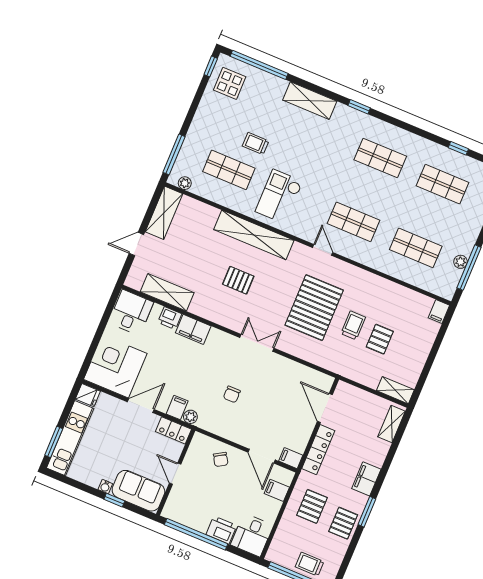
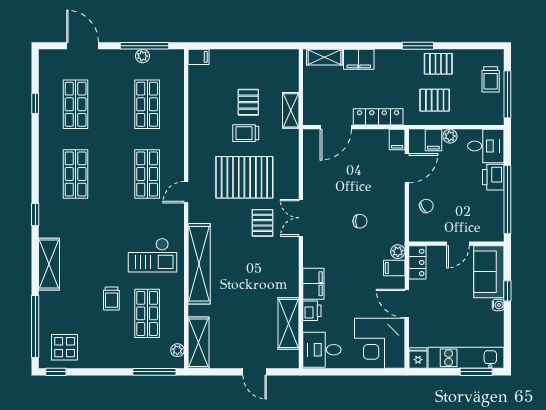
shelving: (164, 213) -> (198, 343), moved, turned 90
pallet: (238, 280) -> (263, 223), moved
pallet: (380, 339) -> (248, 102), turned 90
shelving: (395, 390) -> (291, 110), moved
filing cabinet: (366, 479) -> (359, 59), moved
plant: (274, 507) -> (450, 136), added

